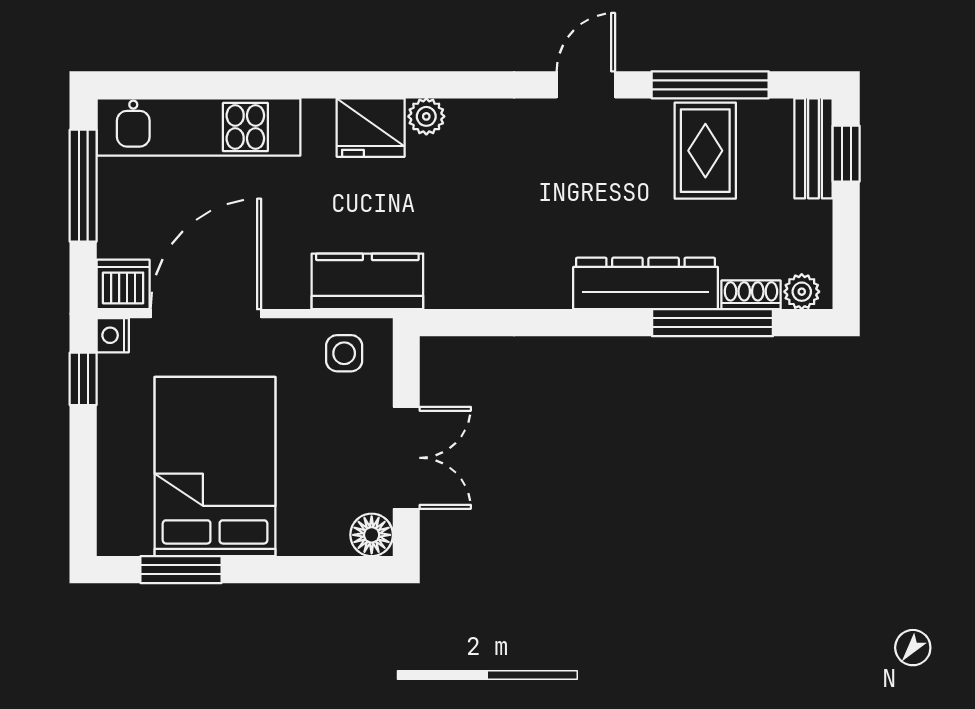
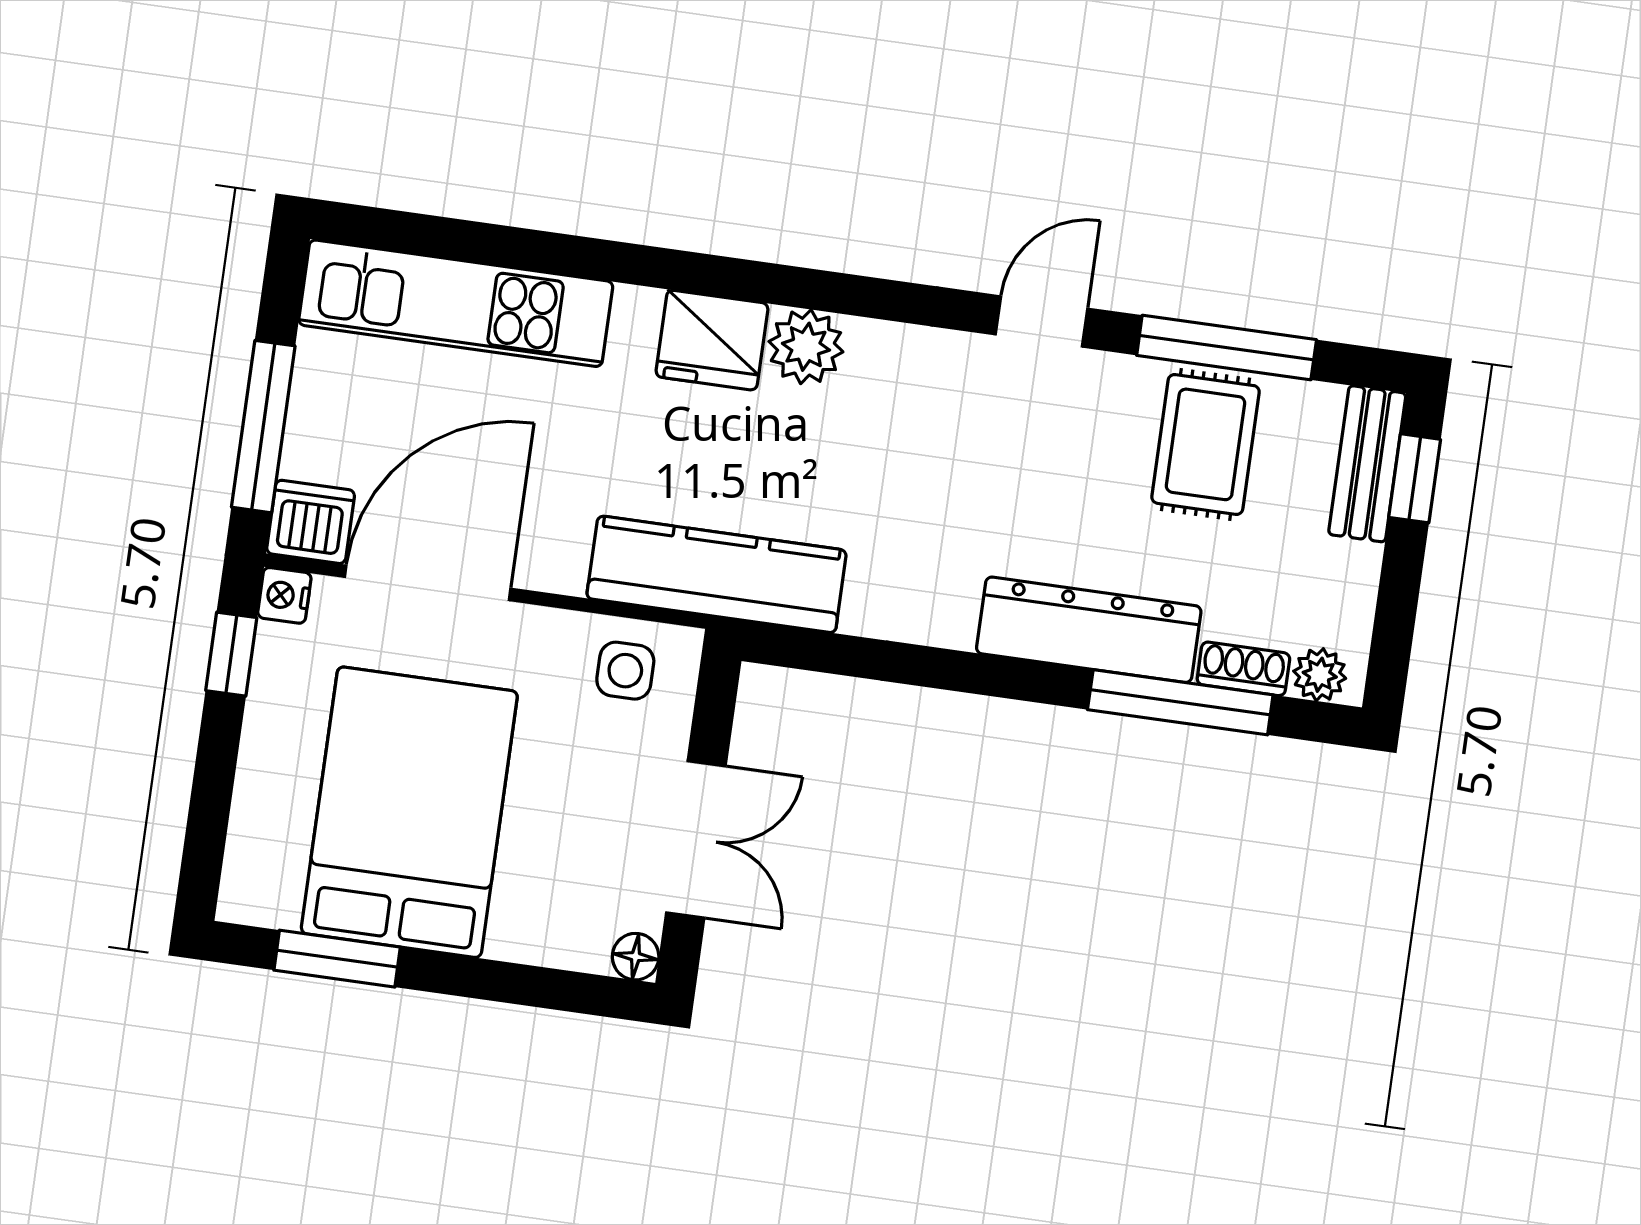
plant: (426, 116) -> (806, 347), width x1.38, depth x1.38
window: (83, 186) -> (263, 427), moved
kitchen counter: (367, 281) -> (717, 574), width x1.50
floor lamp: (372, 535) -> (636, 957), width x0.73, depth x0.73

